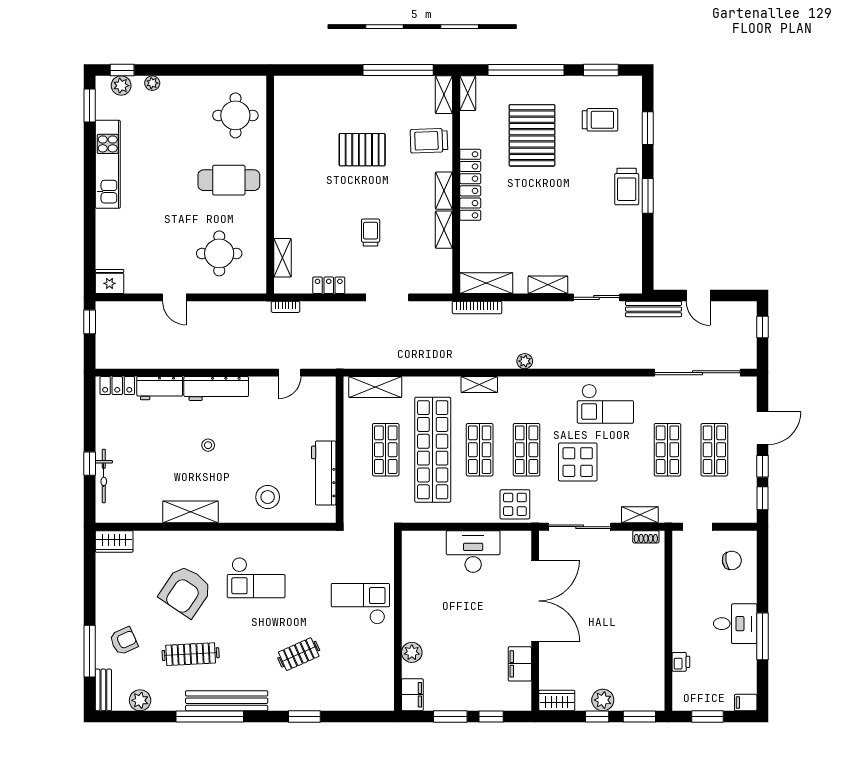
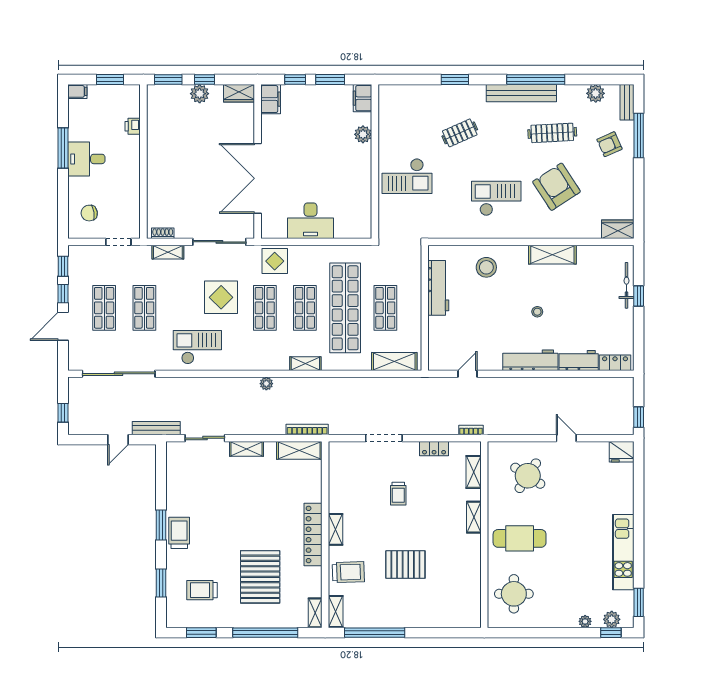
shelving: (444, 230) -> (474, 517), moved
round table: (219, 253) -> (528, 476), turned 33
door: (698, 296) -> (118, 440), swing flipped
armchair: (186, 591) -> (556, 187), turned -67
filing cabinet: (520, 664) -> (271, 99), moved

